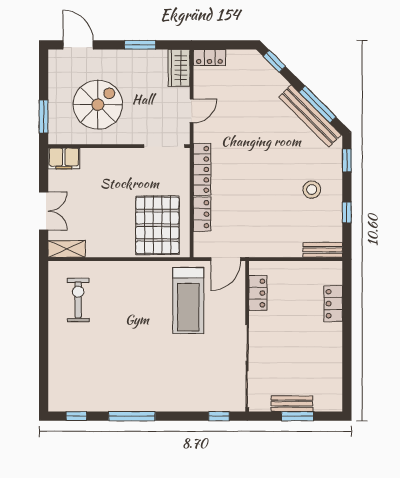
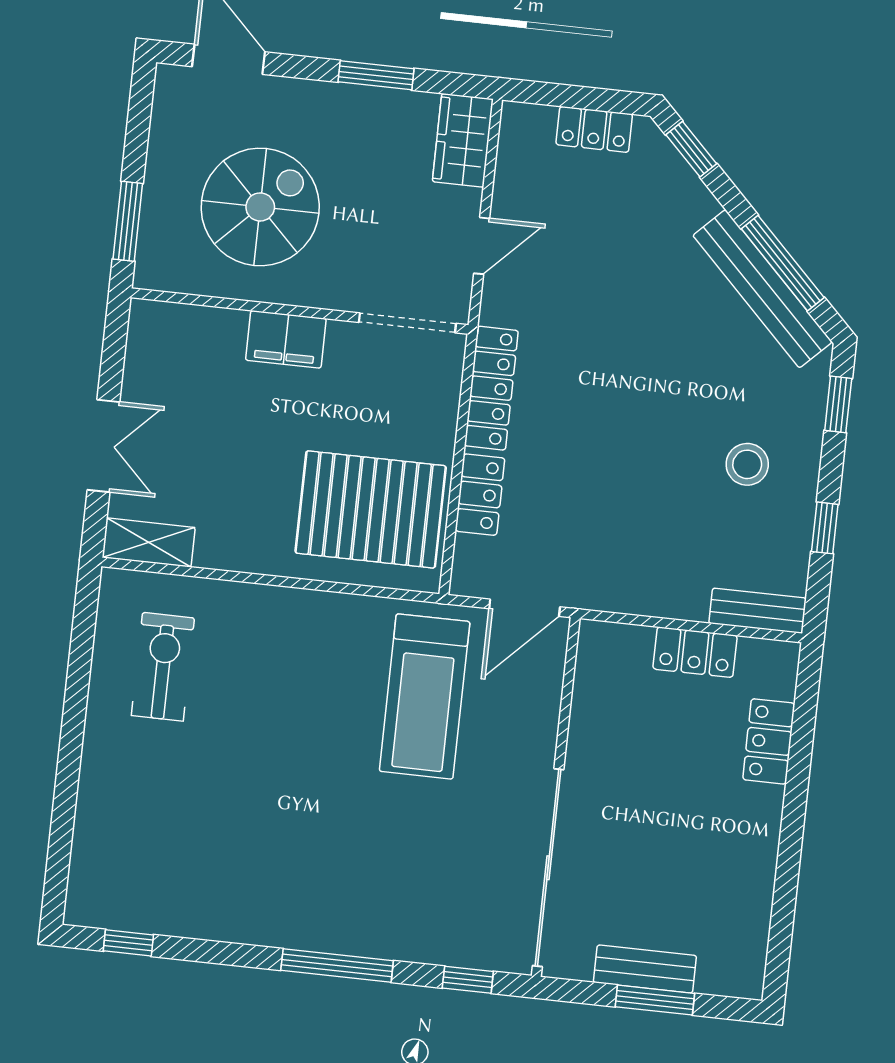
locker: (209, 57) -> (594, 129), moved
filing cabinet: (64, 158) -> (286, 339), moved
pallet: (157, 225) -> (371, 509), turned 90
locker: (258, 293) -> (695, 652), moved, turned 90
window: (132, 416) -> (337, 966), moved

